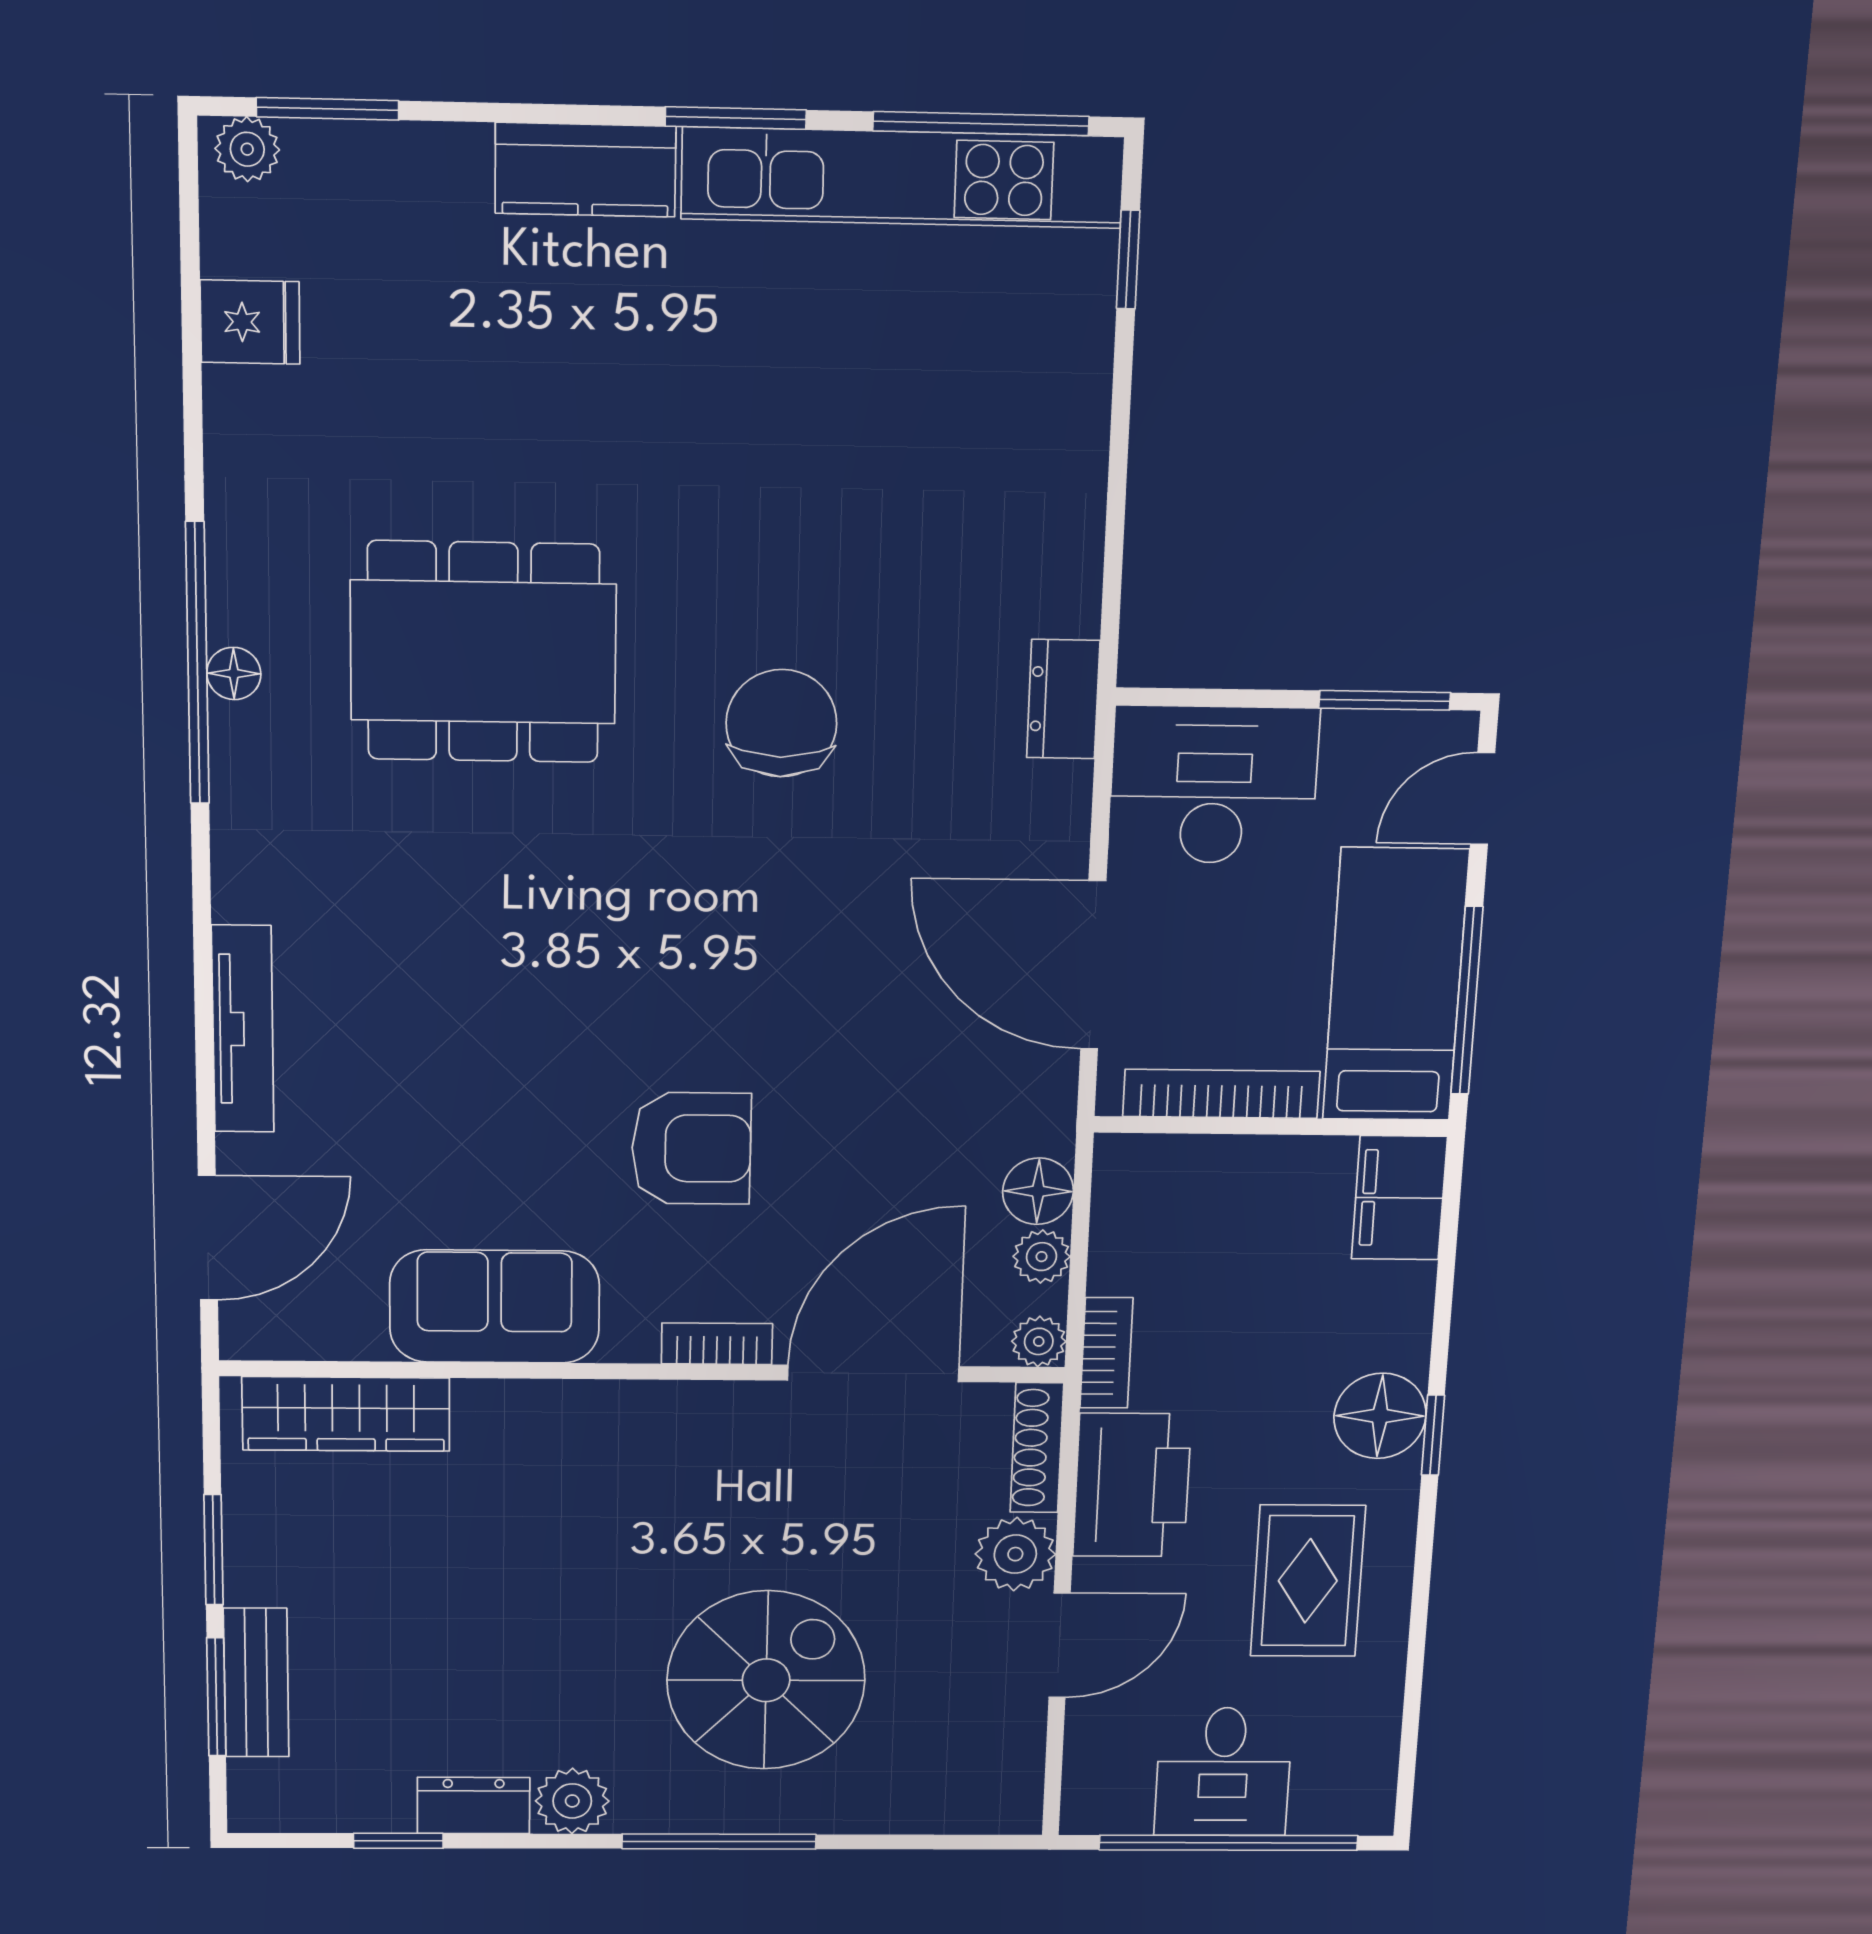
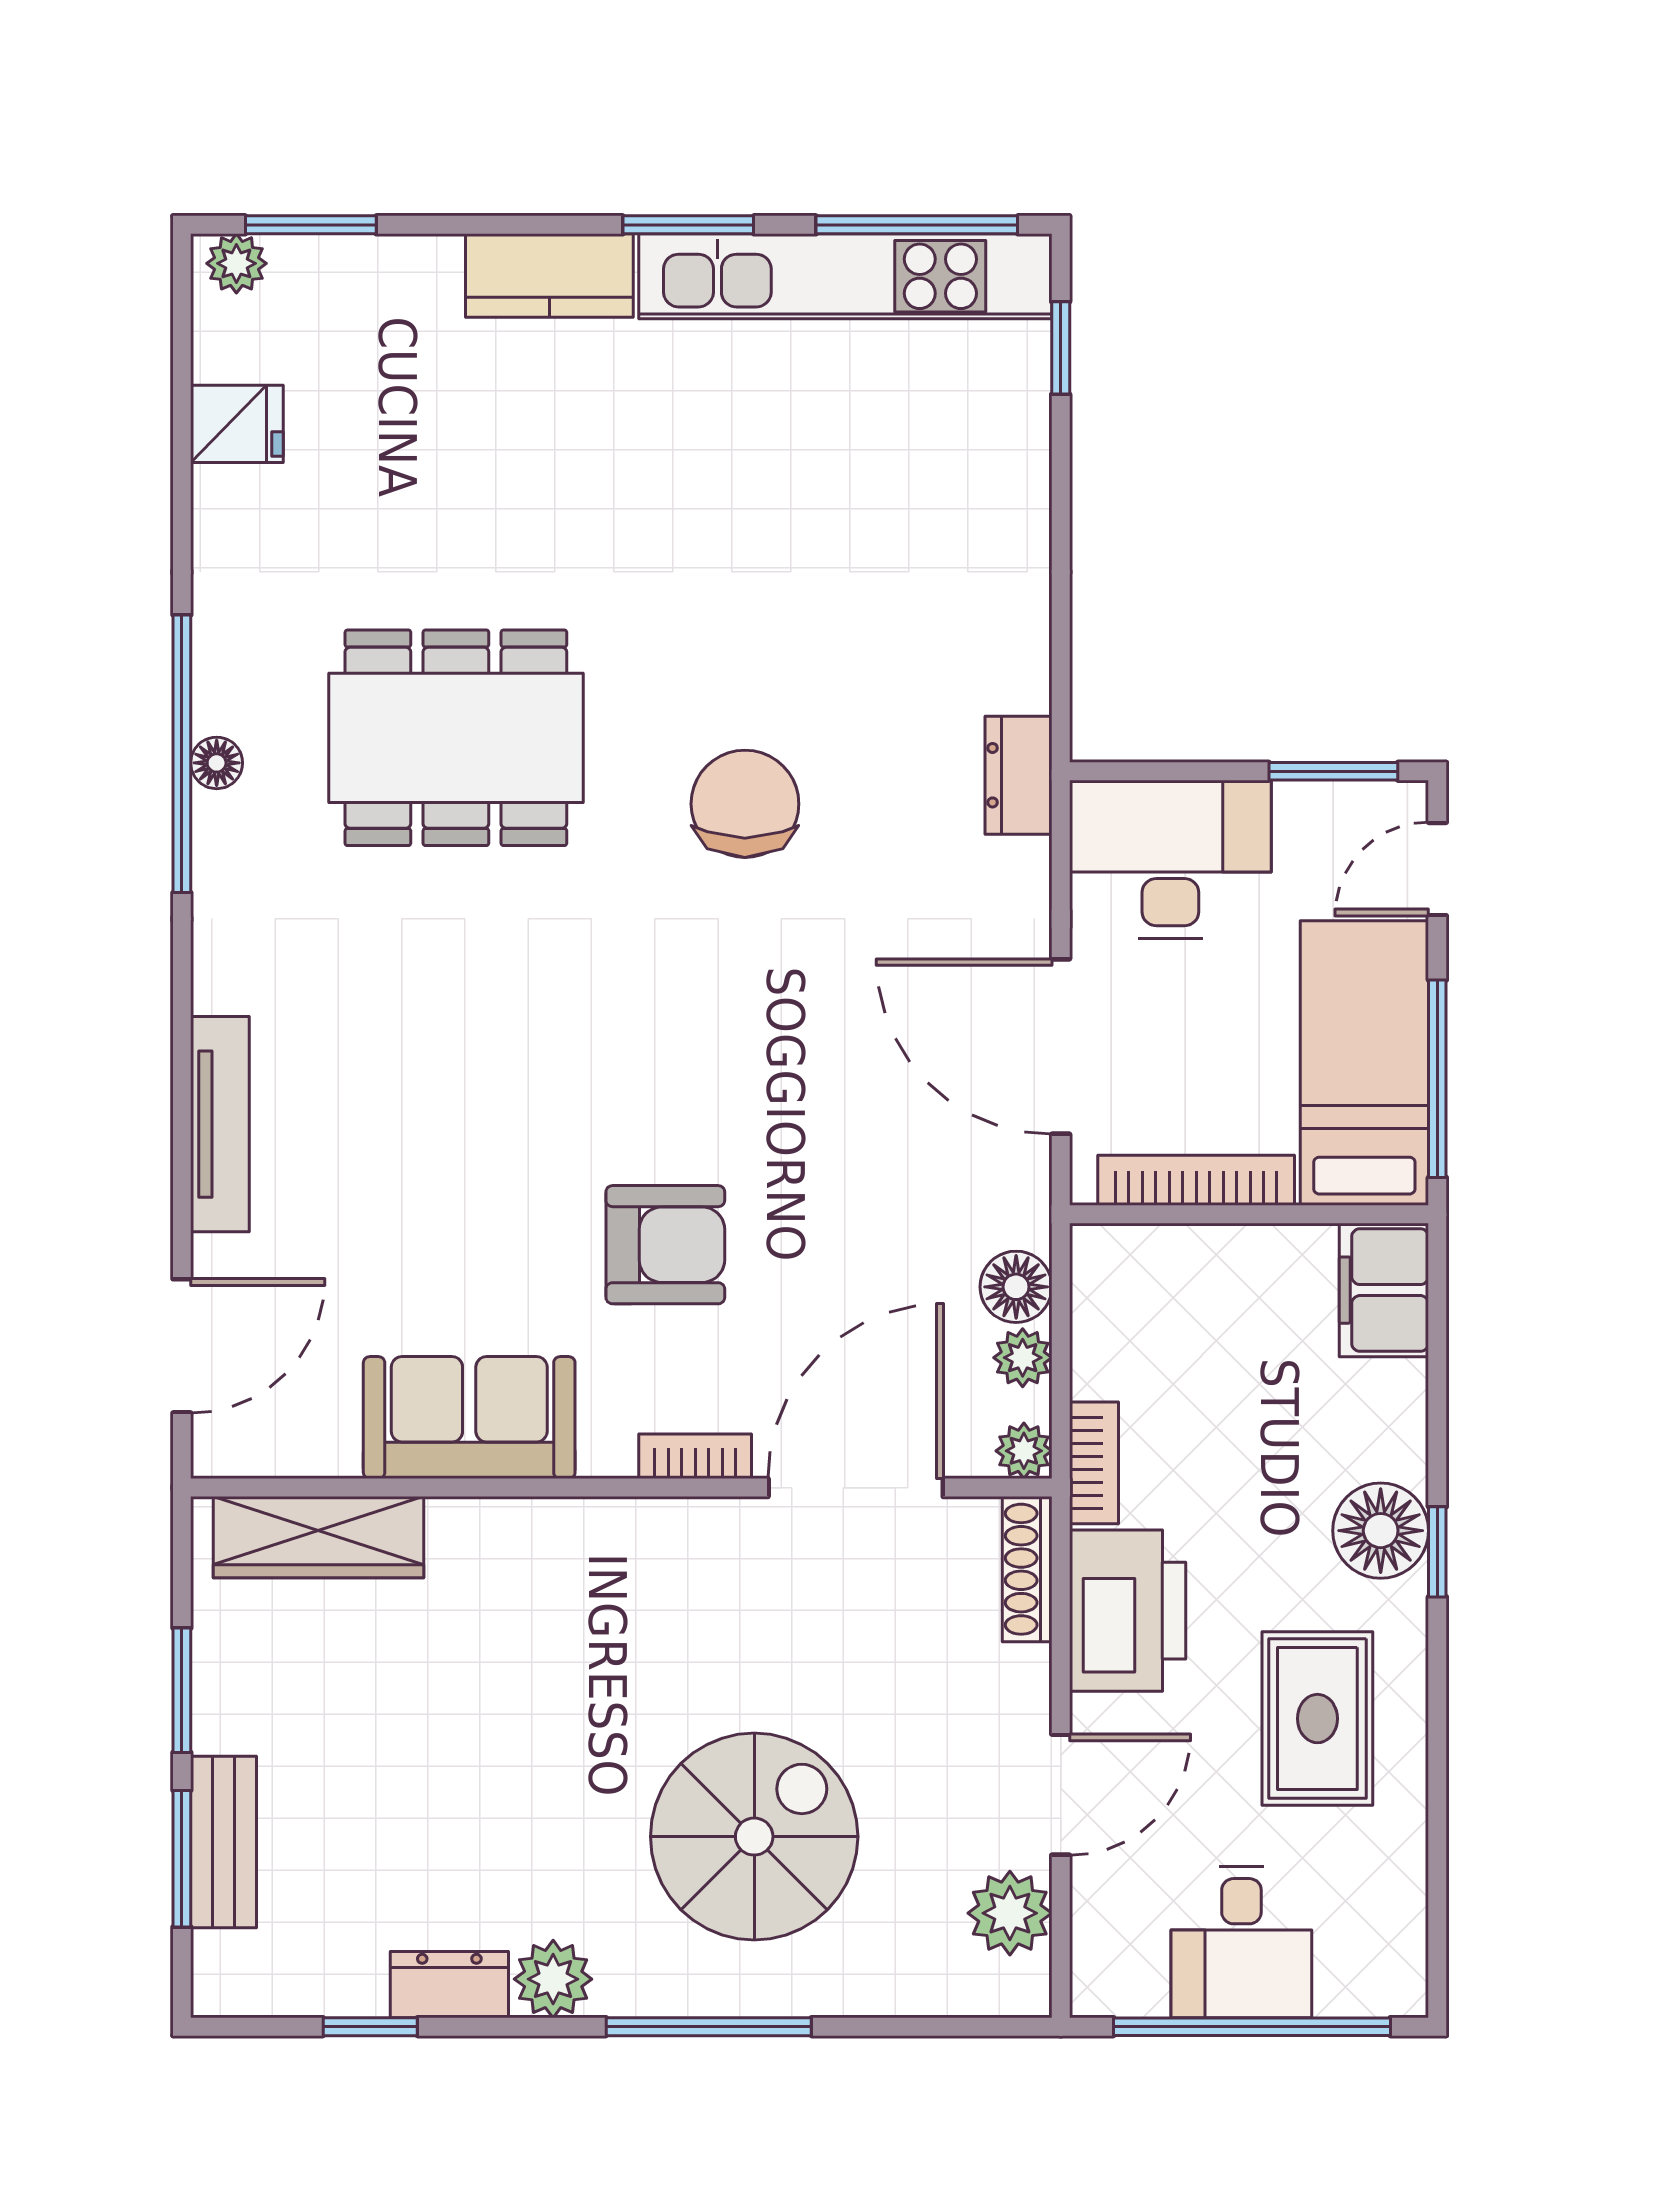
plant: (1015, 1554) -> (1010, 1913), moved

